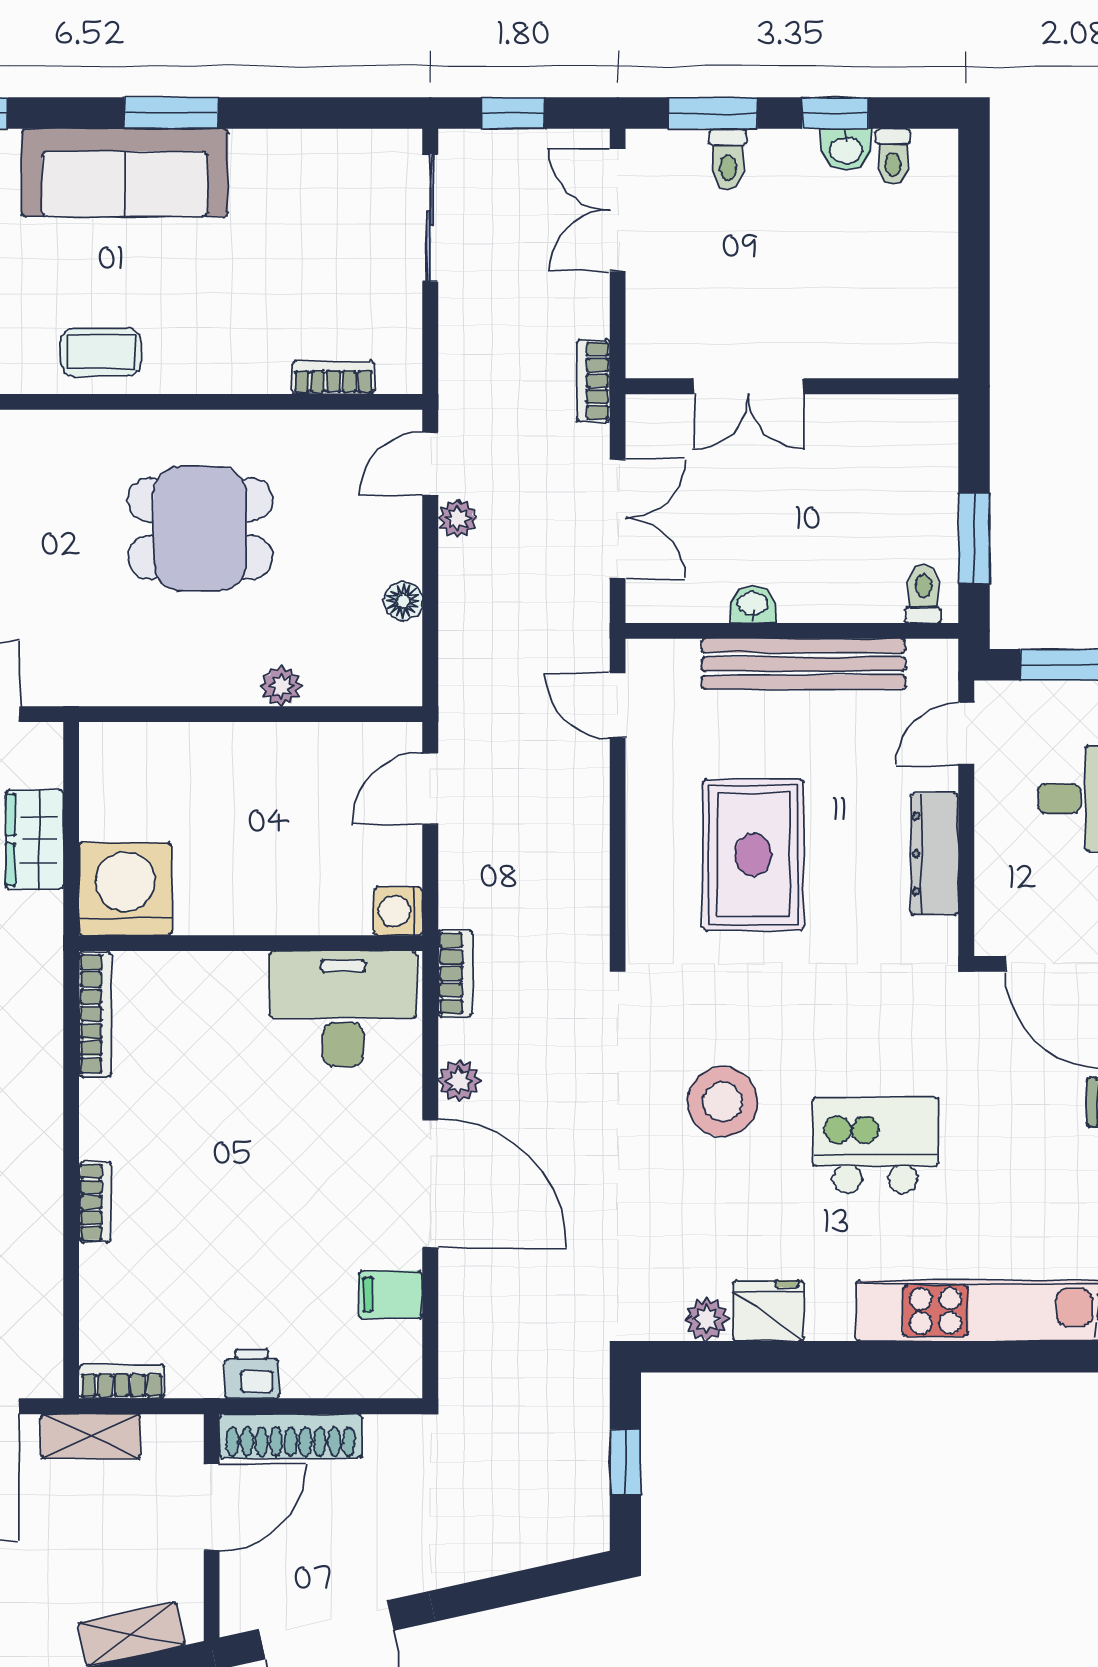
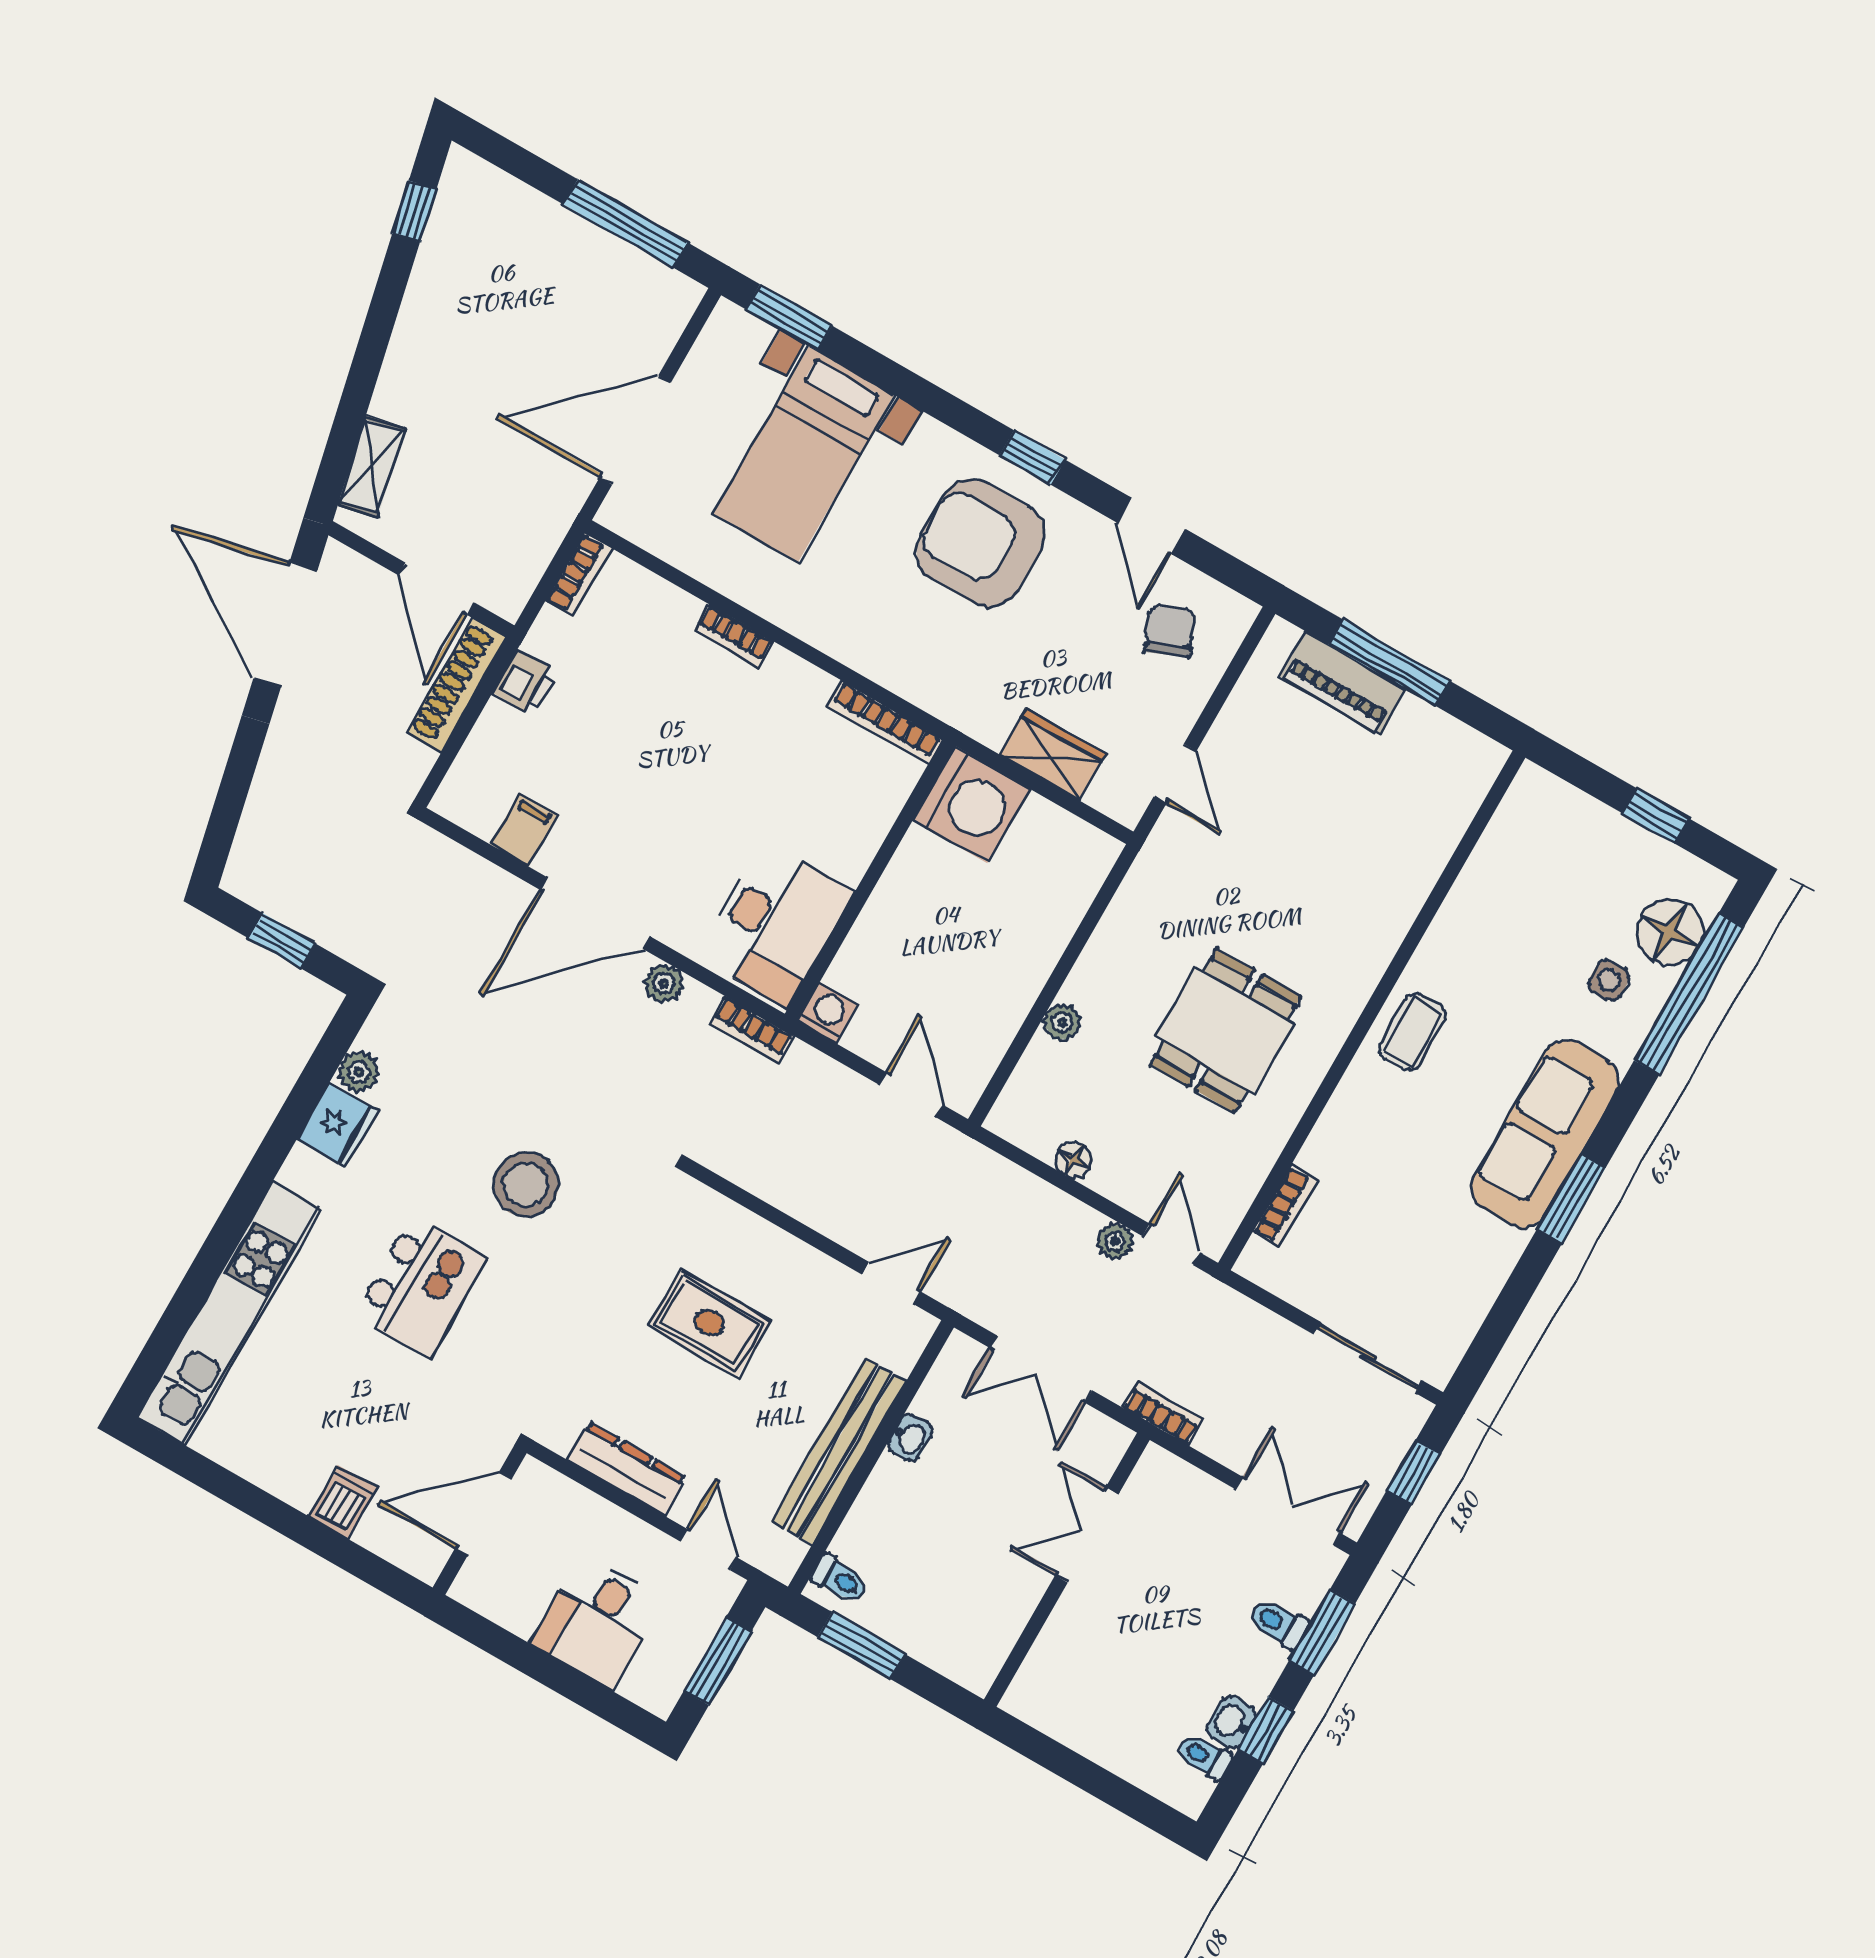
rug: (753, 855) -> (709, 1323), width x0.73, depth x0.70
shelving: (91, 1436) -> (549, 525), removed

